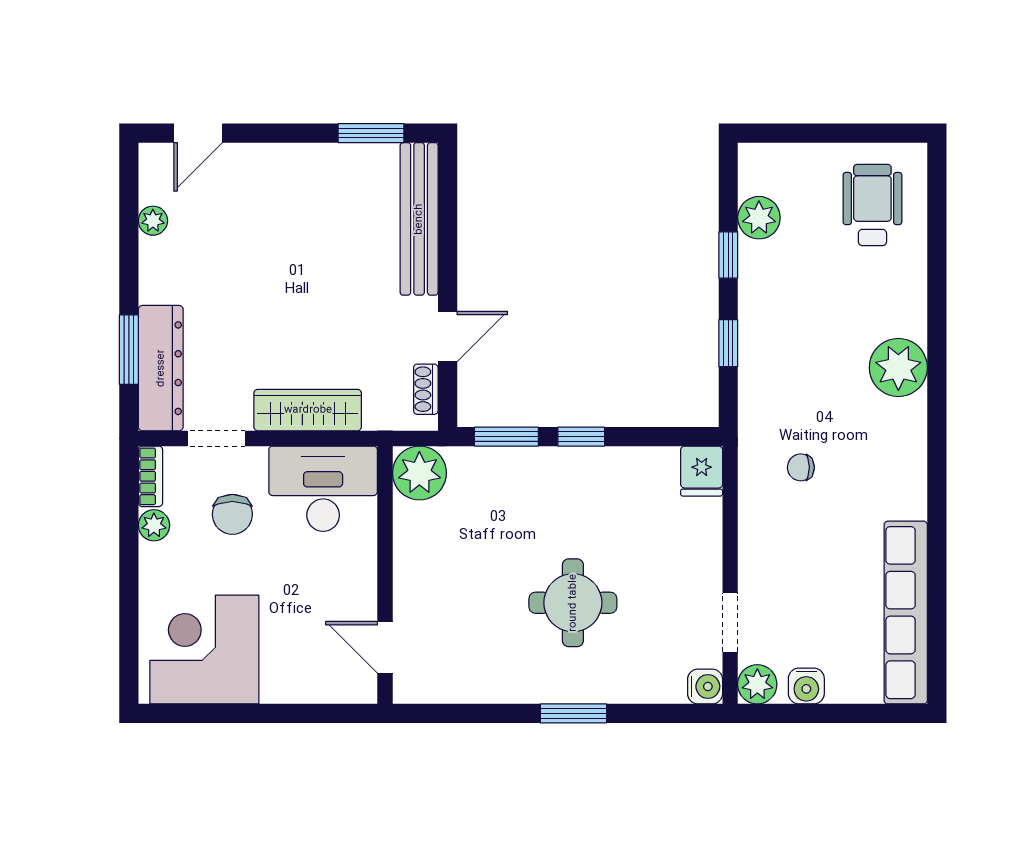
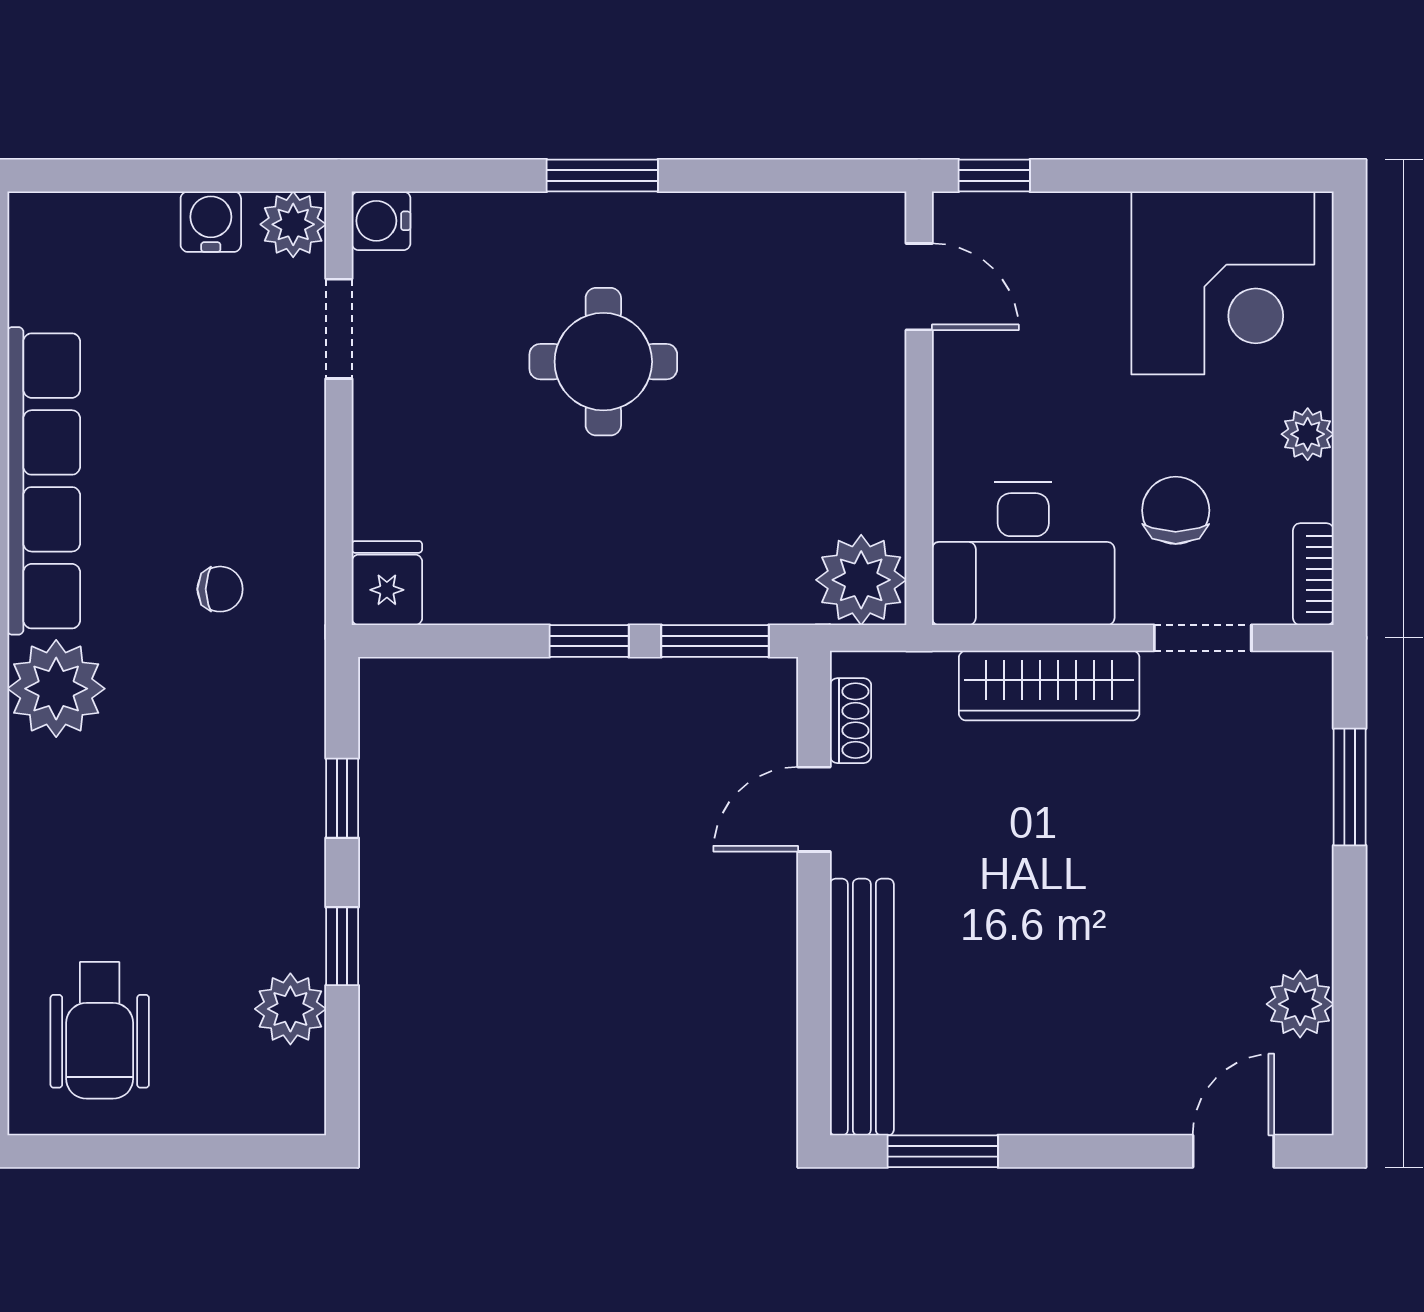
plant: (153, 221) -> (1300, 1004), width x1.38, depth x1.38
plant: (898, 367) -> (56, 689), moved
dresser: (161, 368) -> (1296, 756), removed
plant: (154, 525) -> (1308, 434), moved
row of seats: (906, 613) -> (44, 481), moved
window: (340, 713) -> (994, 176), added

